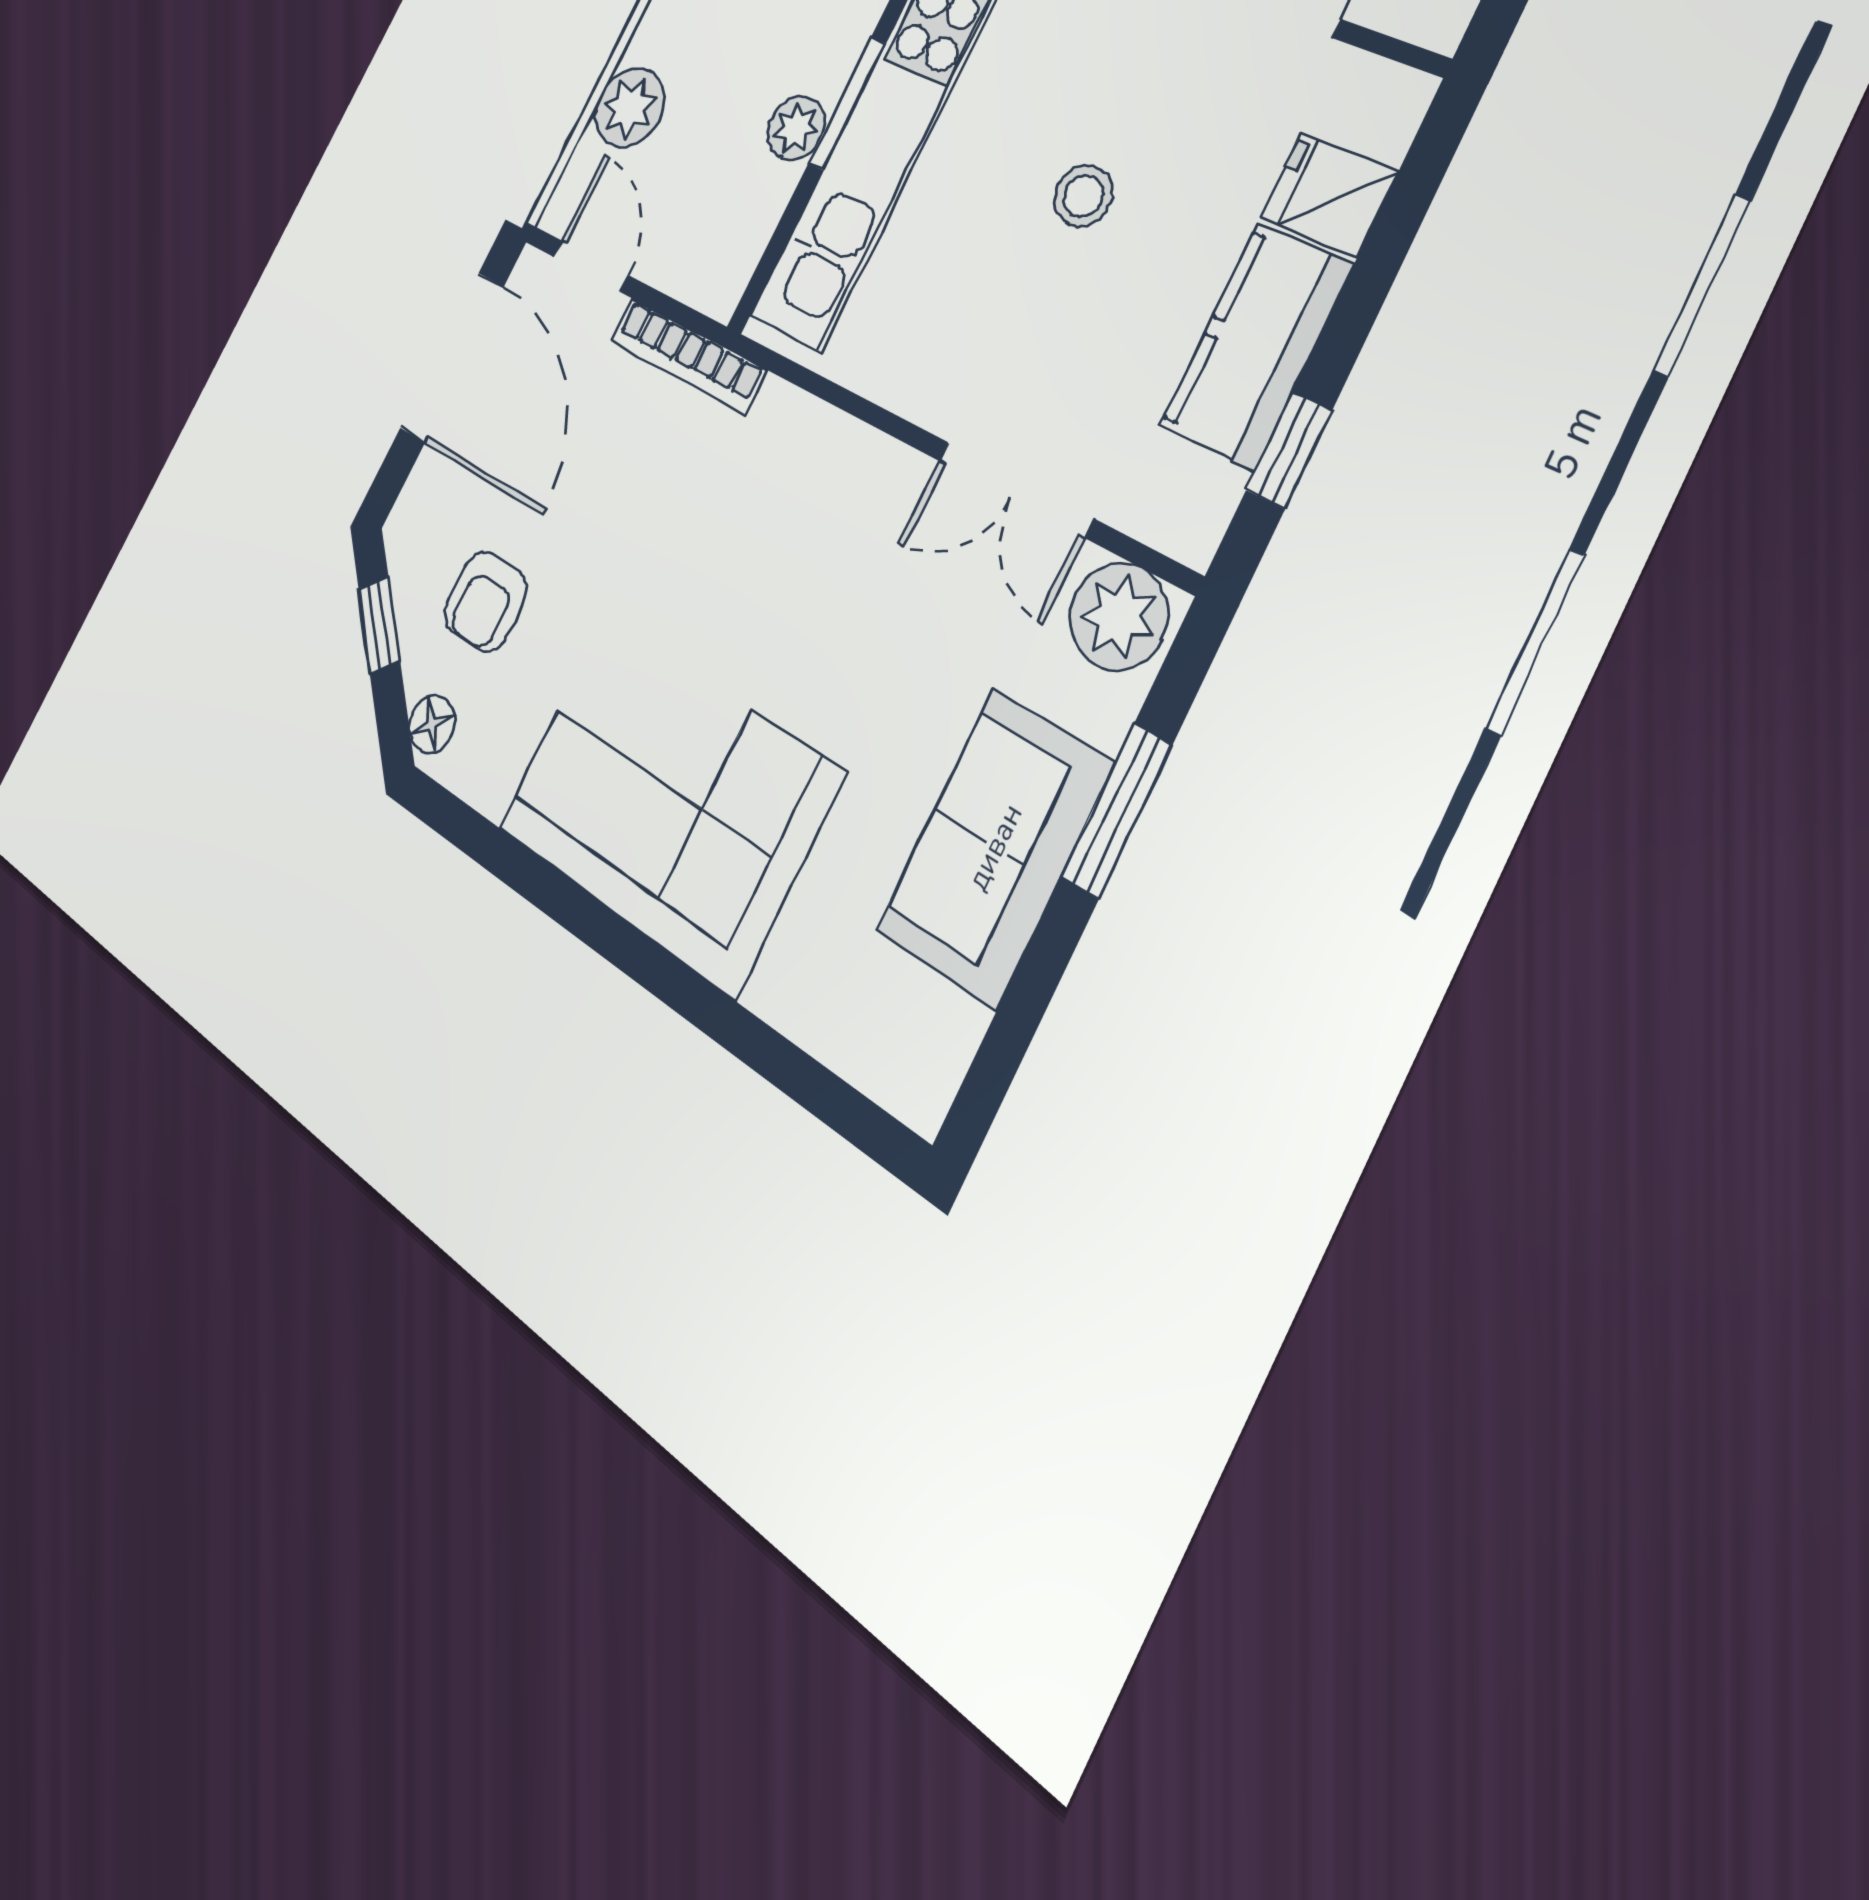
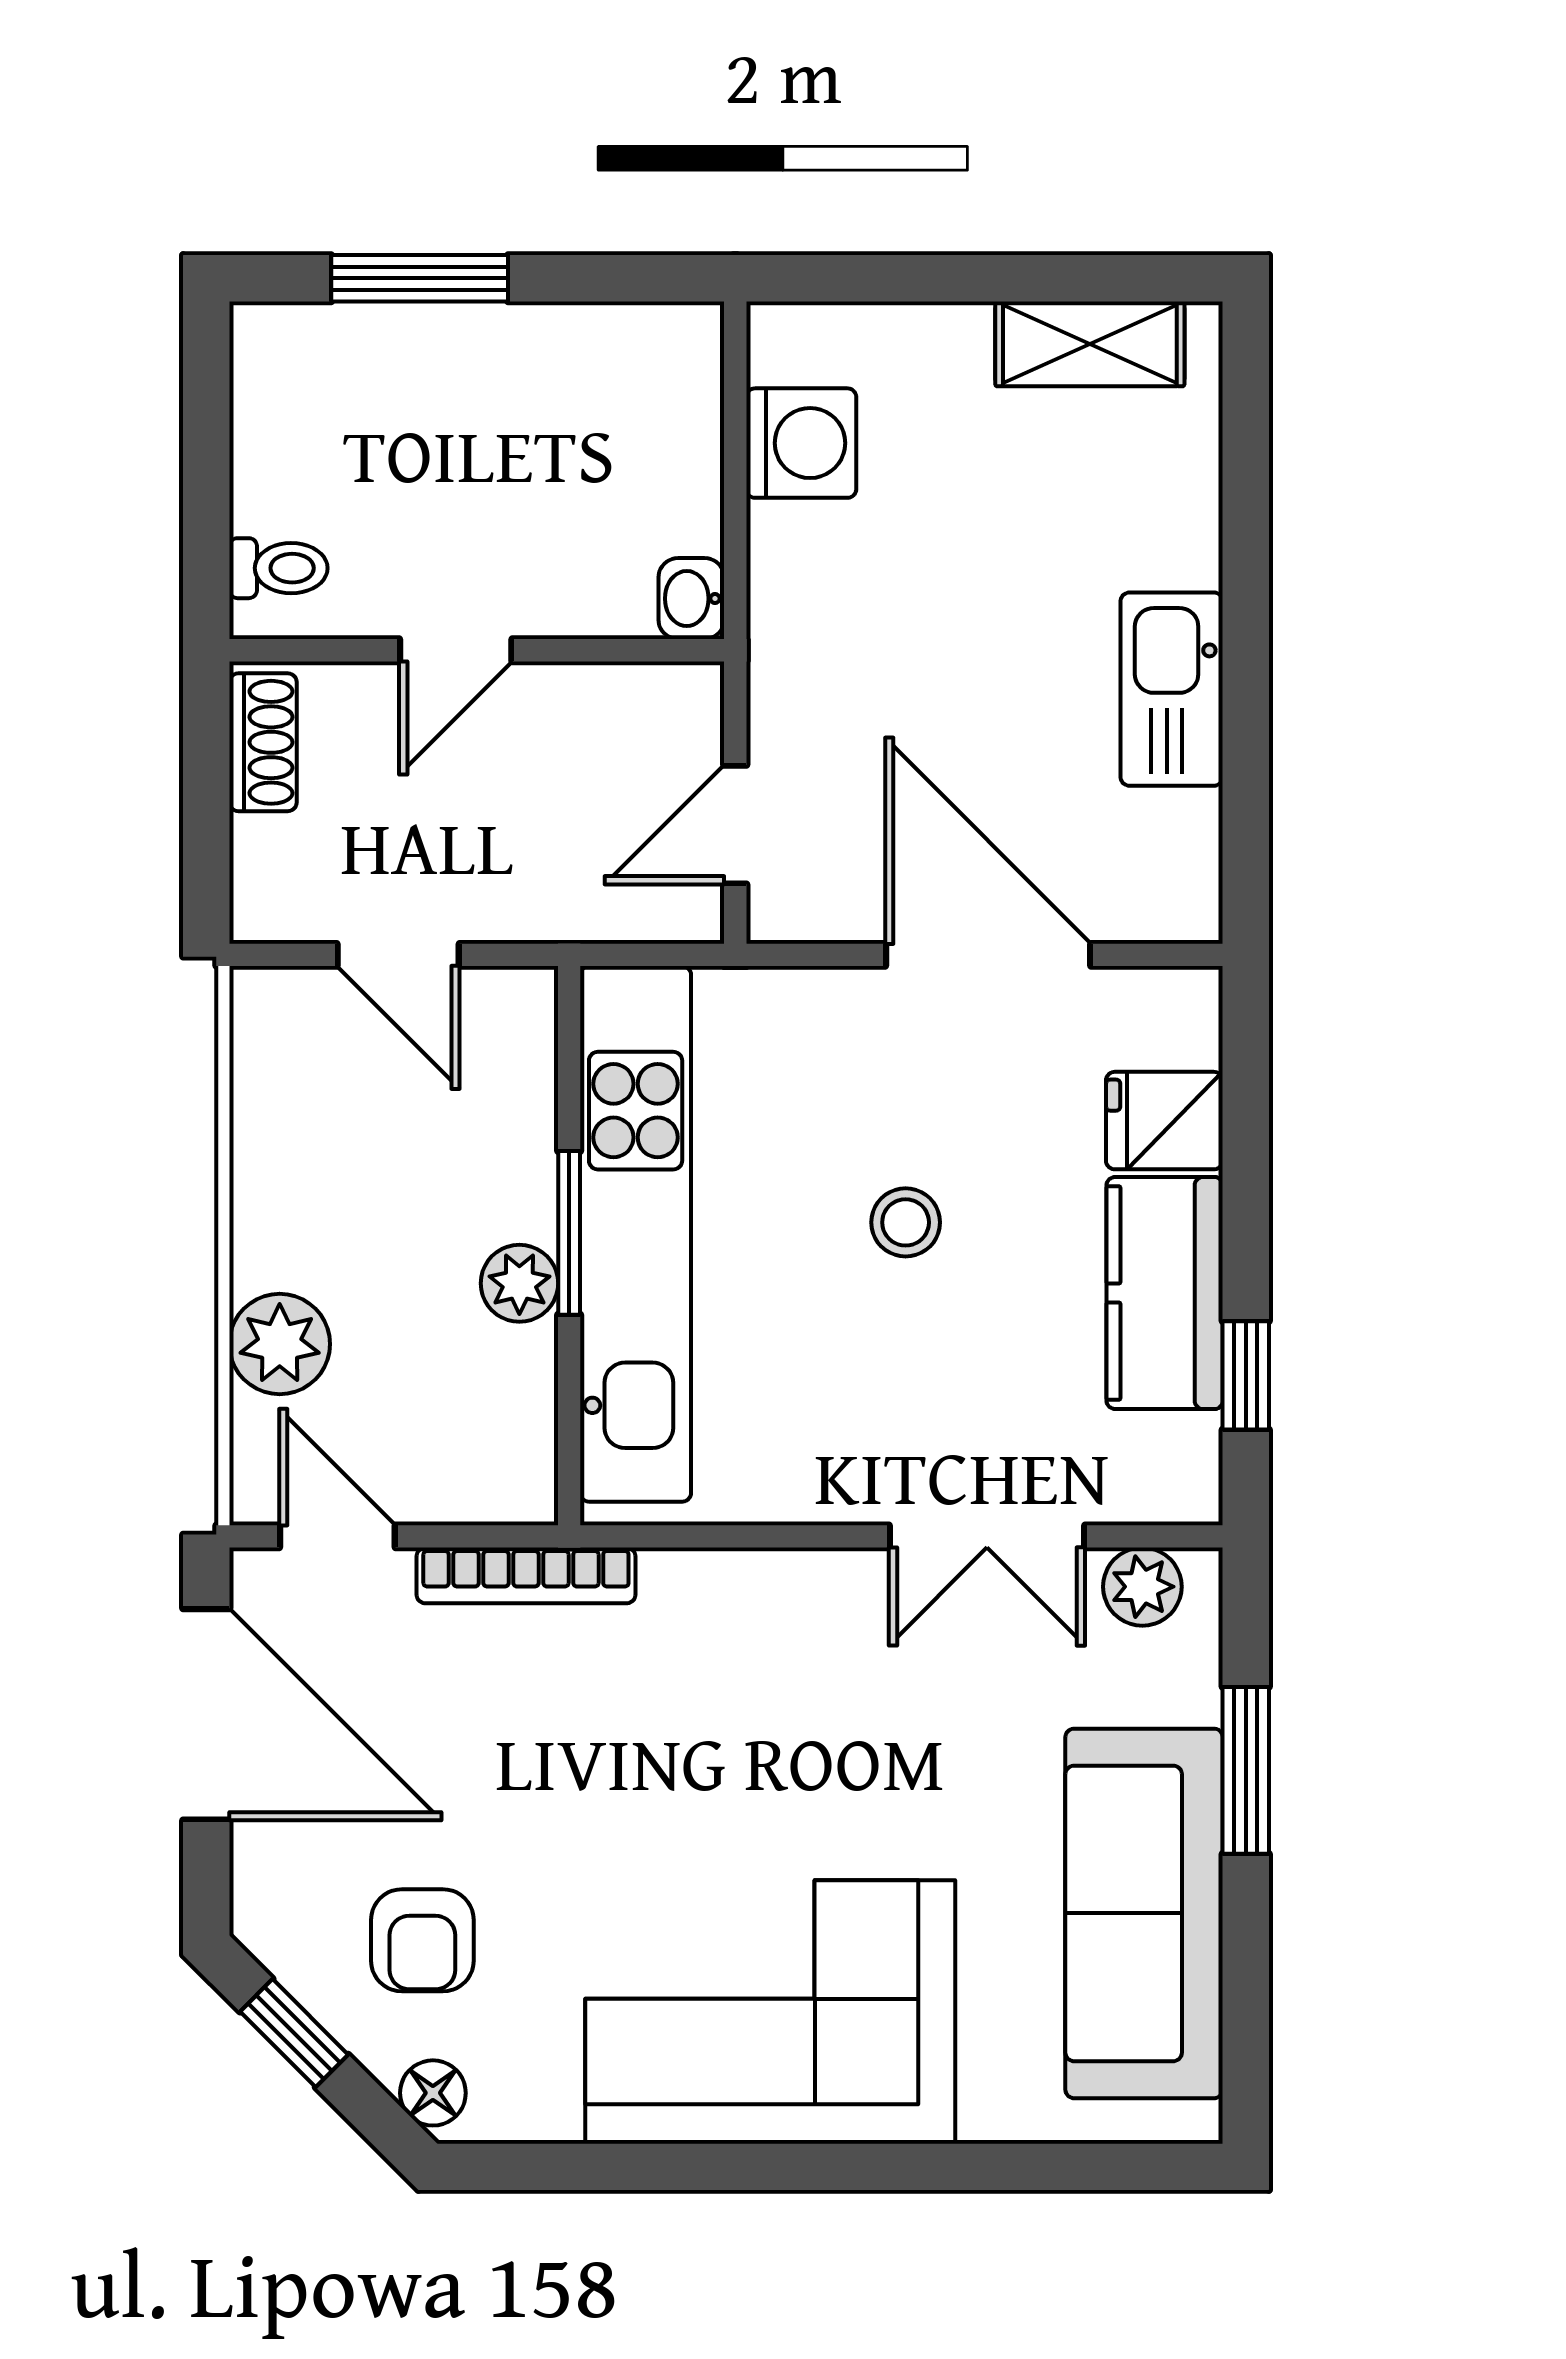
plant: (1119, 616) -> (1142, 1587), width x0.73, depth x0.73
sofa: (995, 847) -> (1144, 1913), width x1.36

